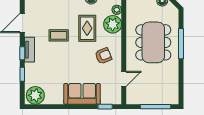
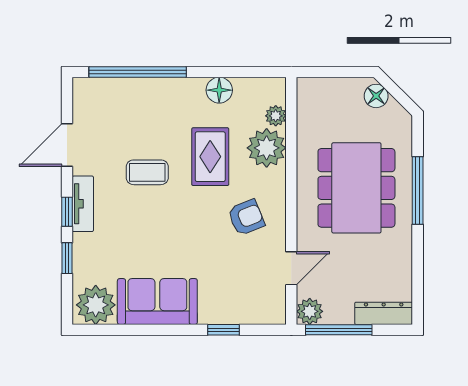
sofa: (82, 94) -> (157, 302), moved
plant: (132, 98) -> (310, 311), added
dresser: (166, 99) -> (384, 313), added
window: (105, 107) -> (224, 330), moved
window: (155, 107) -> (339, 330), moved

